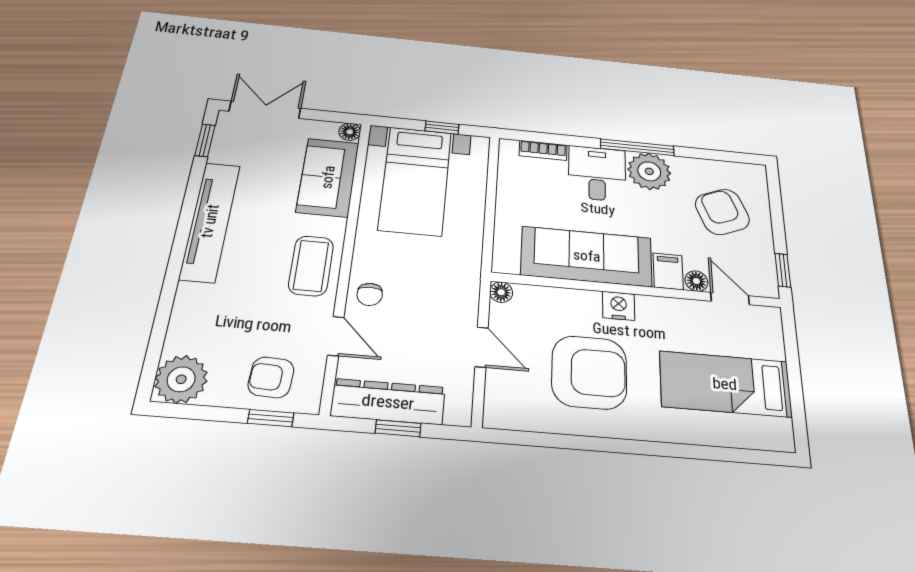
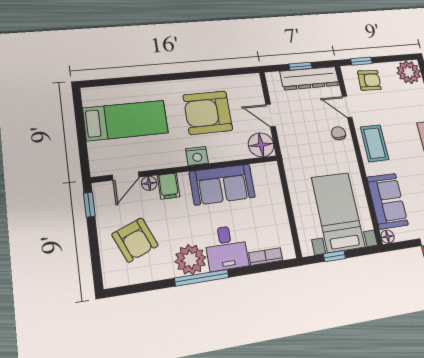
sofa: (587, 256) -> (222, 184), width x0.73
floor lamp: (501, 292) -> (261, 145), width x1.89, depth x1.89
door: (730, 298) -> (126, 176), hinge flipped

